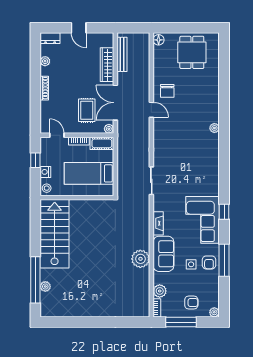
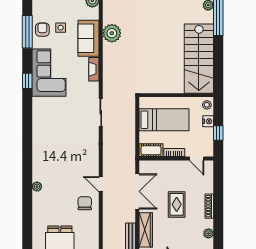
rug: (87, 110) -> (177, 204), moved
plant: (214, 128) -> (37, 187), moved
plant: (109, 129) -> (144, 165), removed

